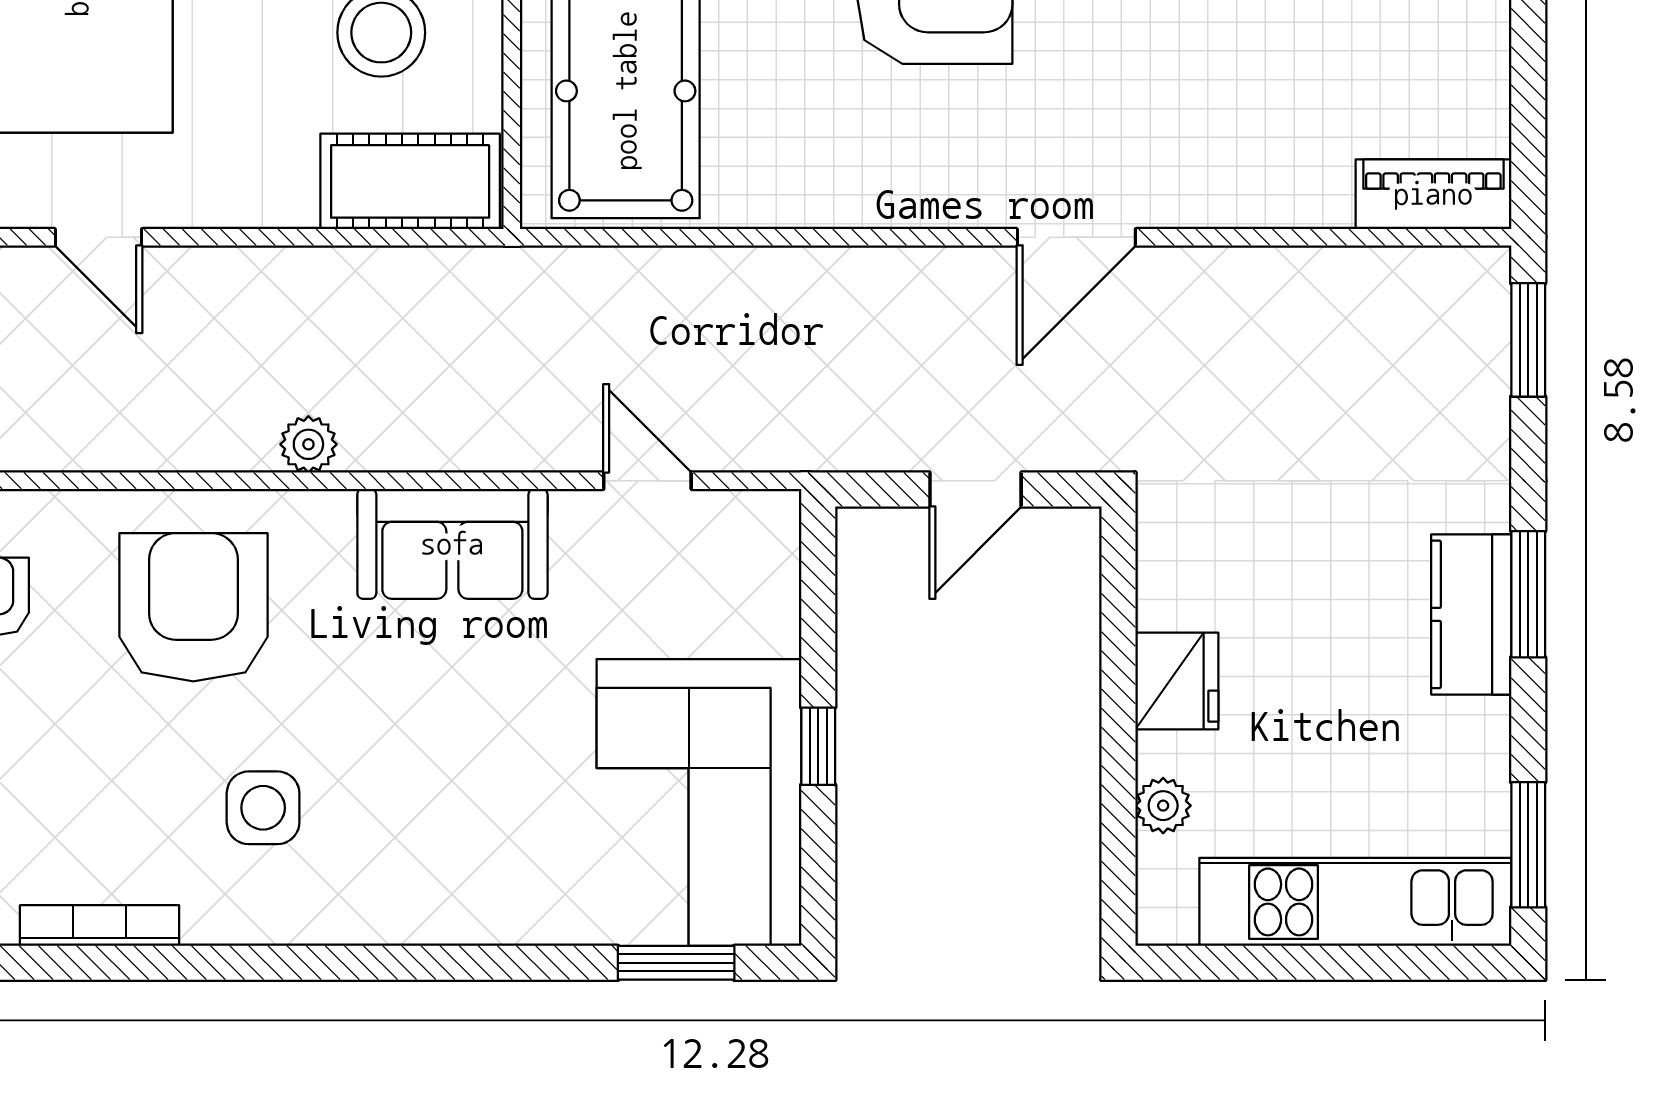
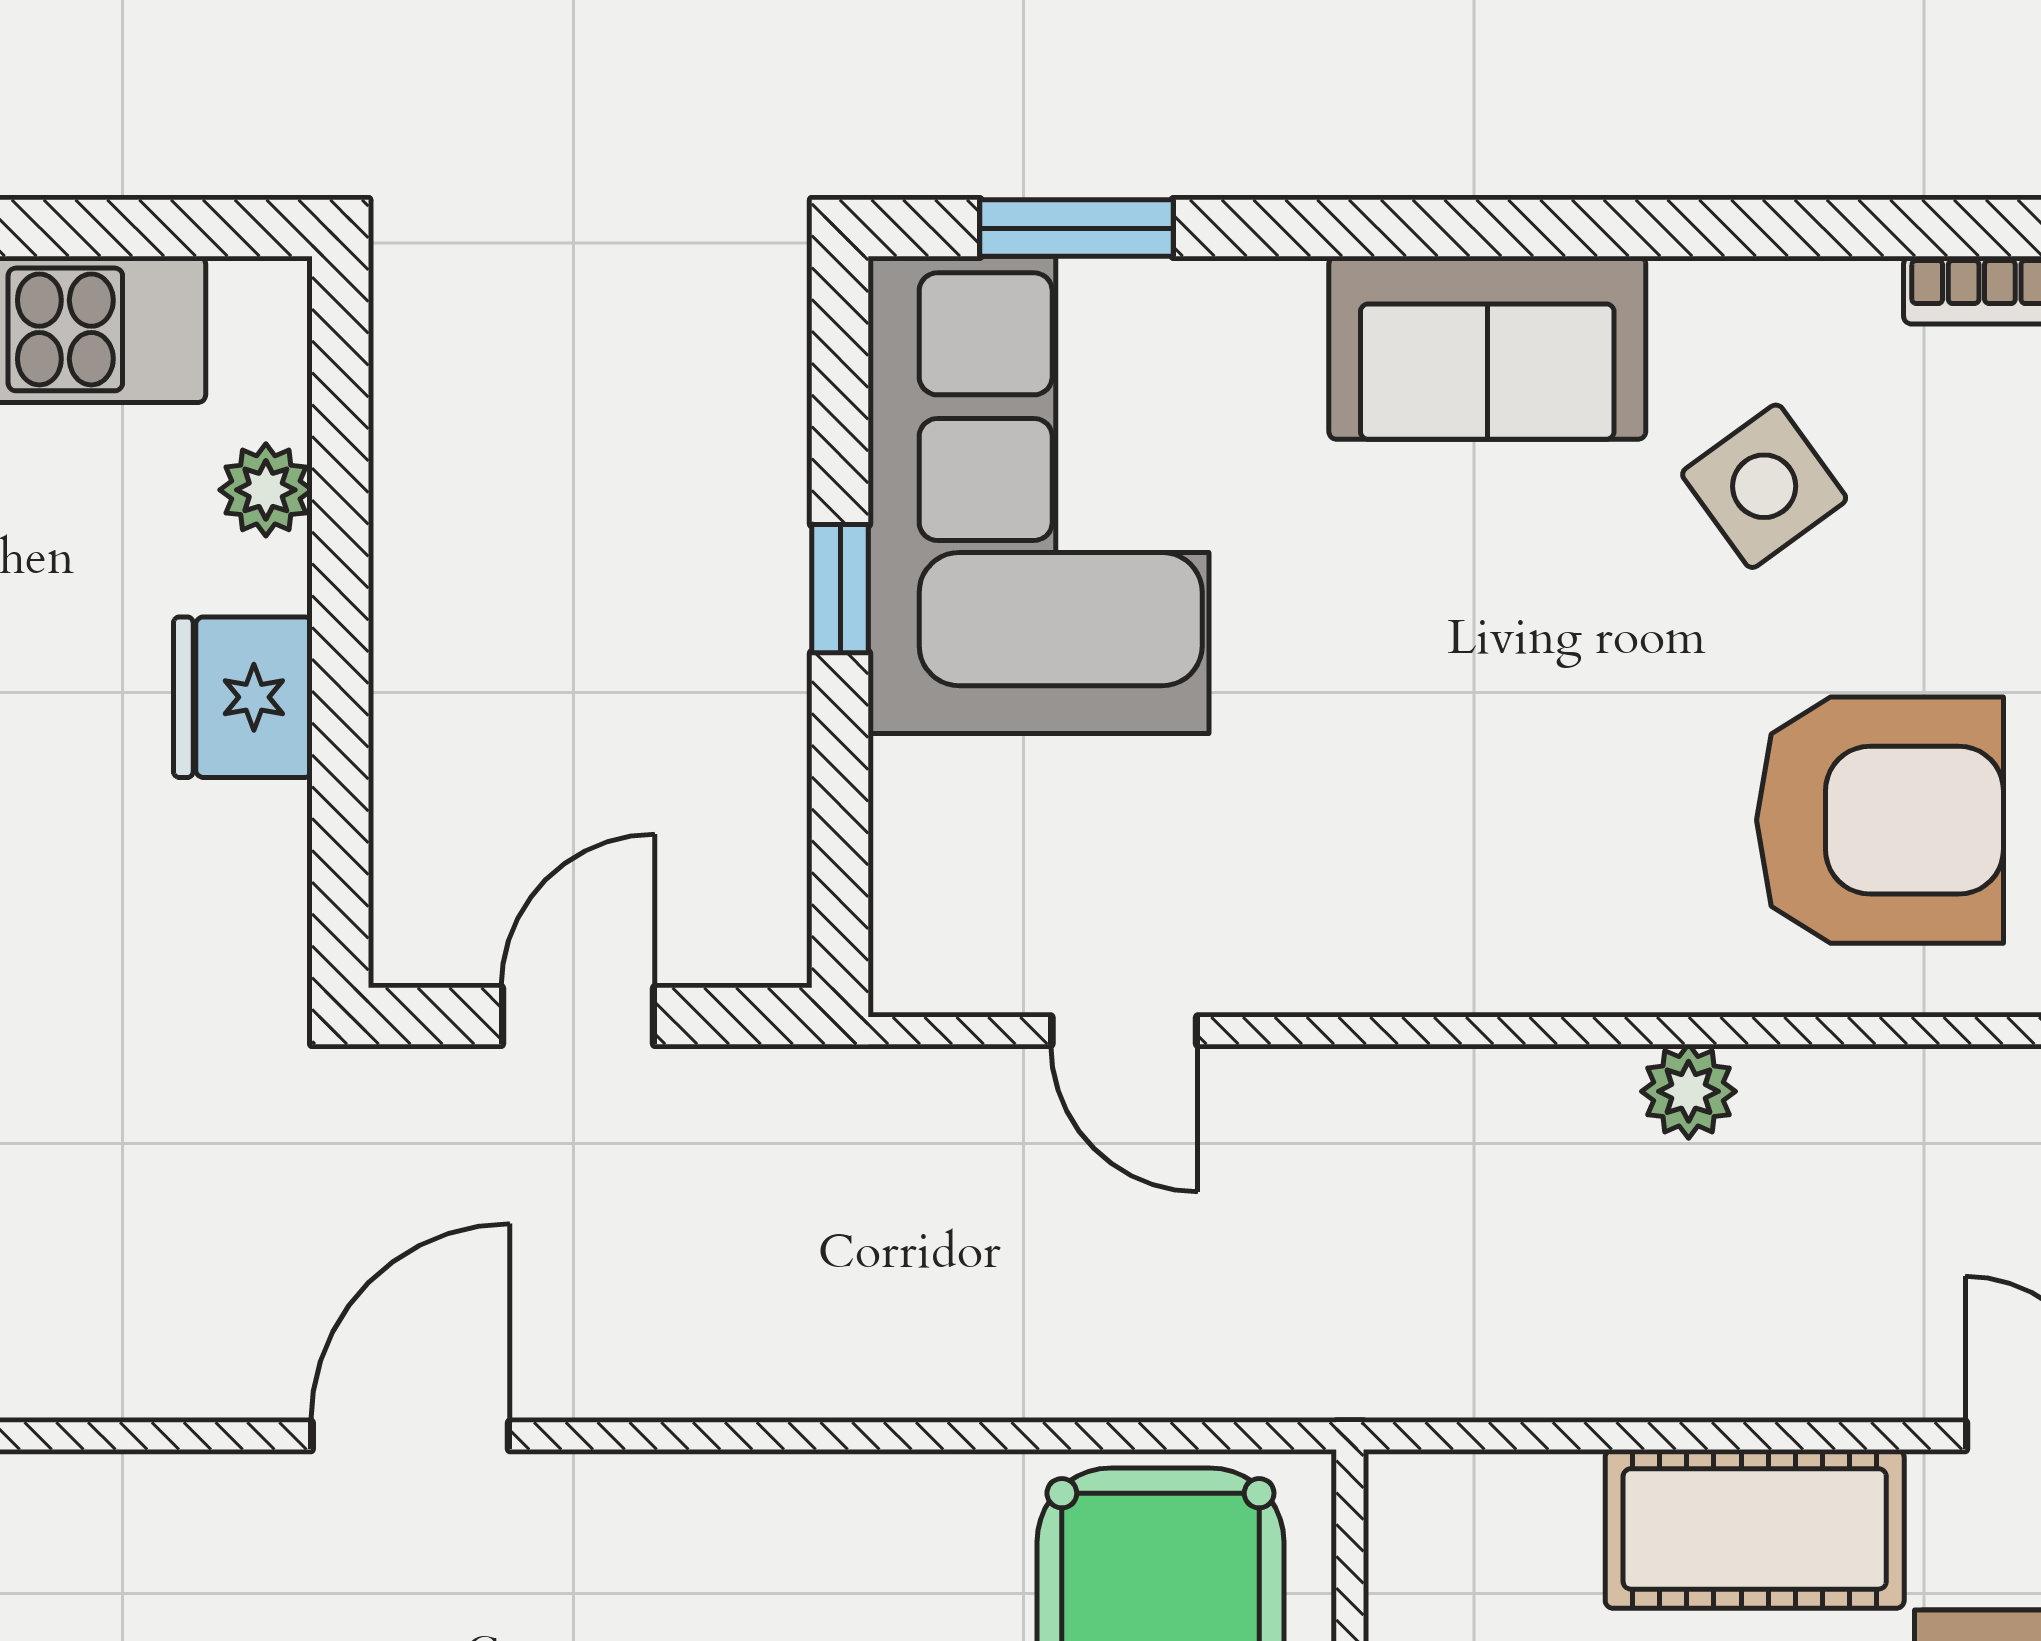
cot: (410, 181) -> (1755, 1529), moved
sofa: (452, 544) -> (1487, 348), moved, turned 180
armchair: (193, 607) -> (1880, 820), turned -90
side table: (263, 808) -> (1764, 486), turned -36

